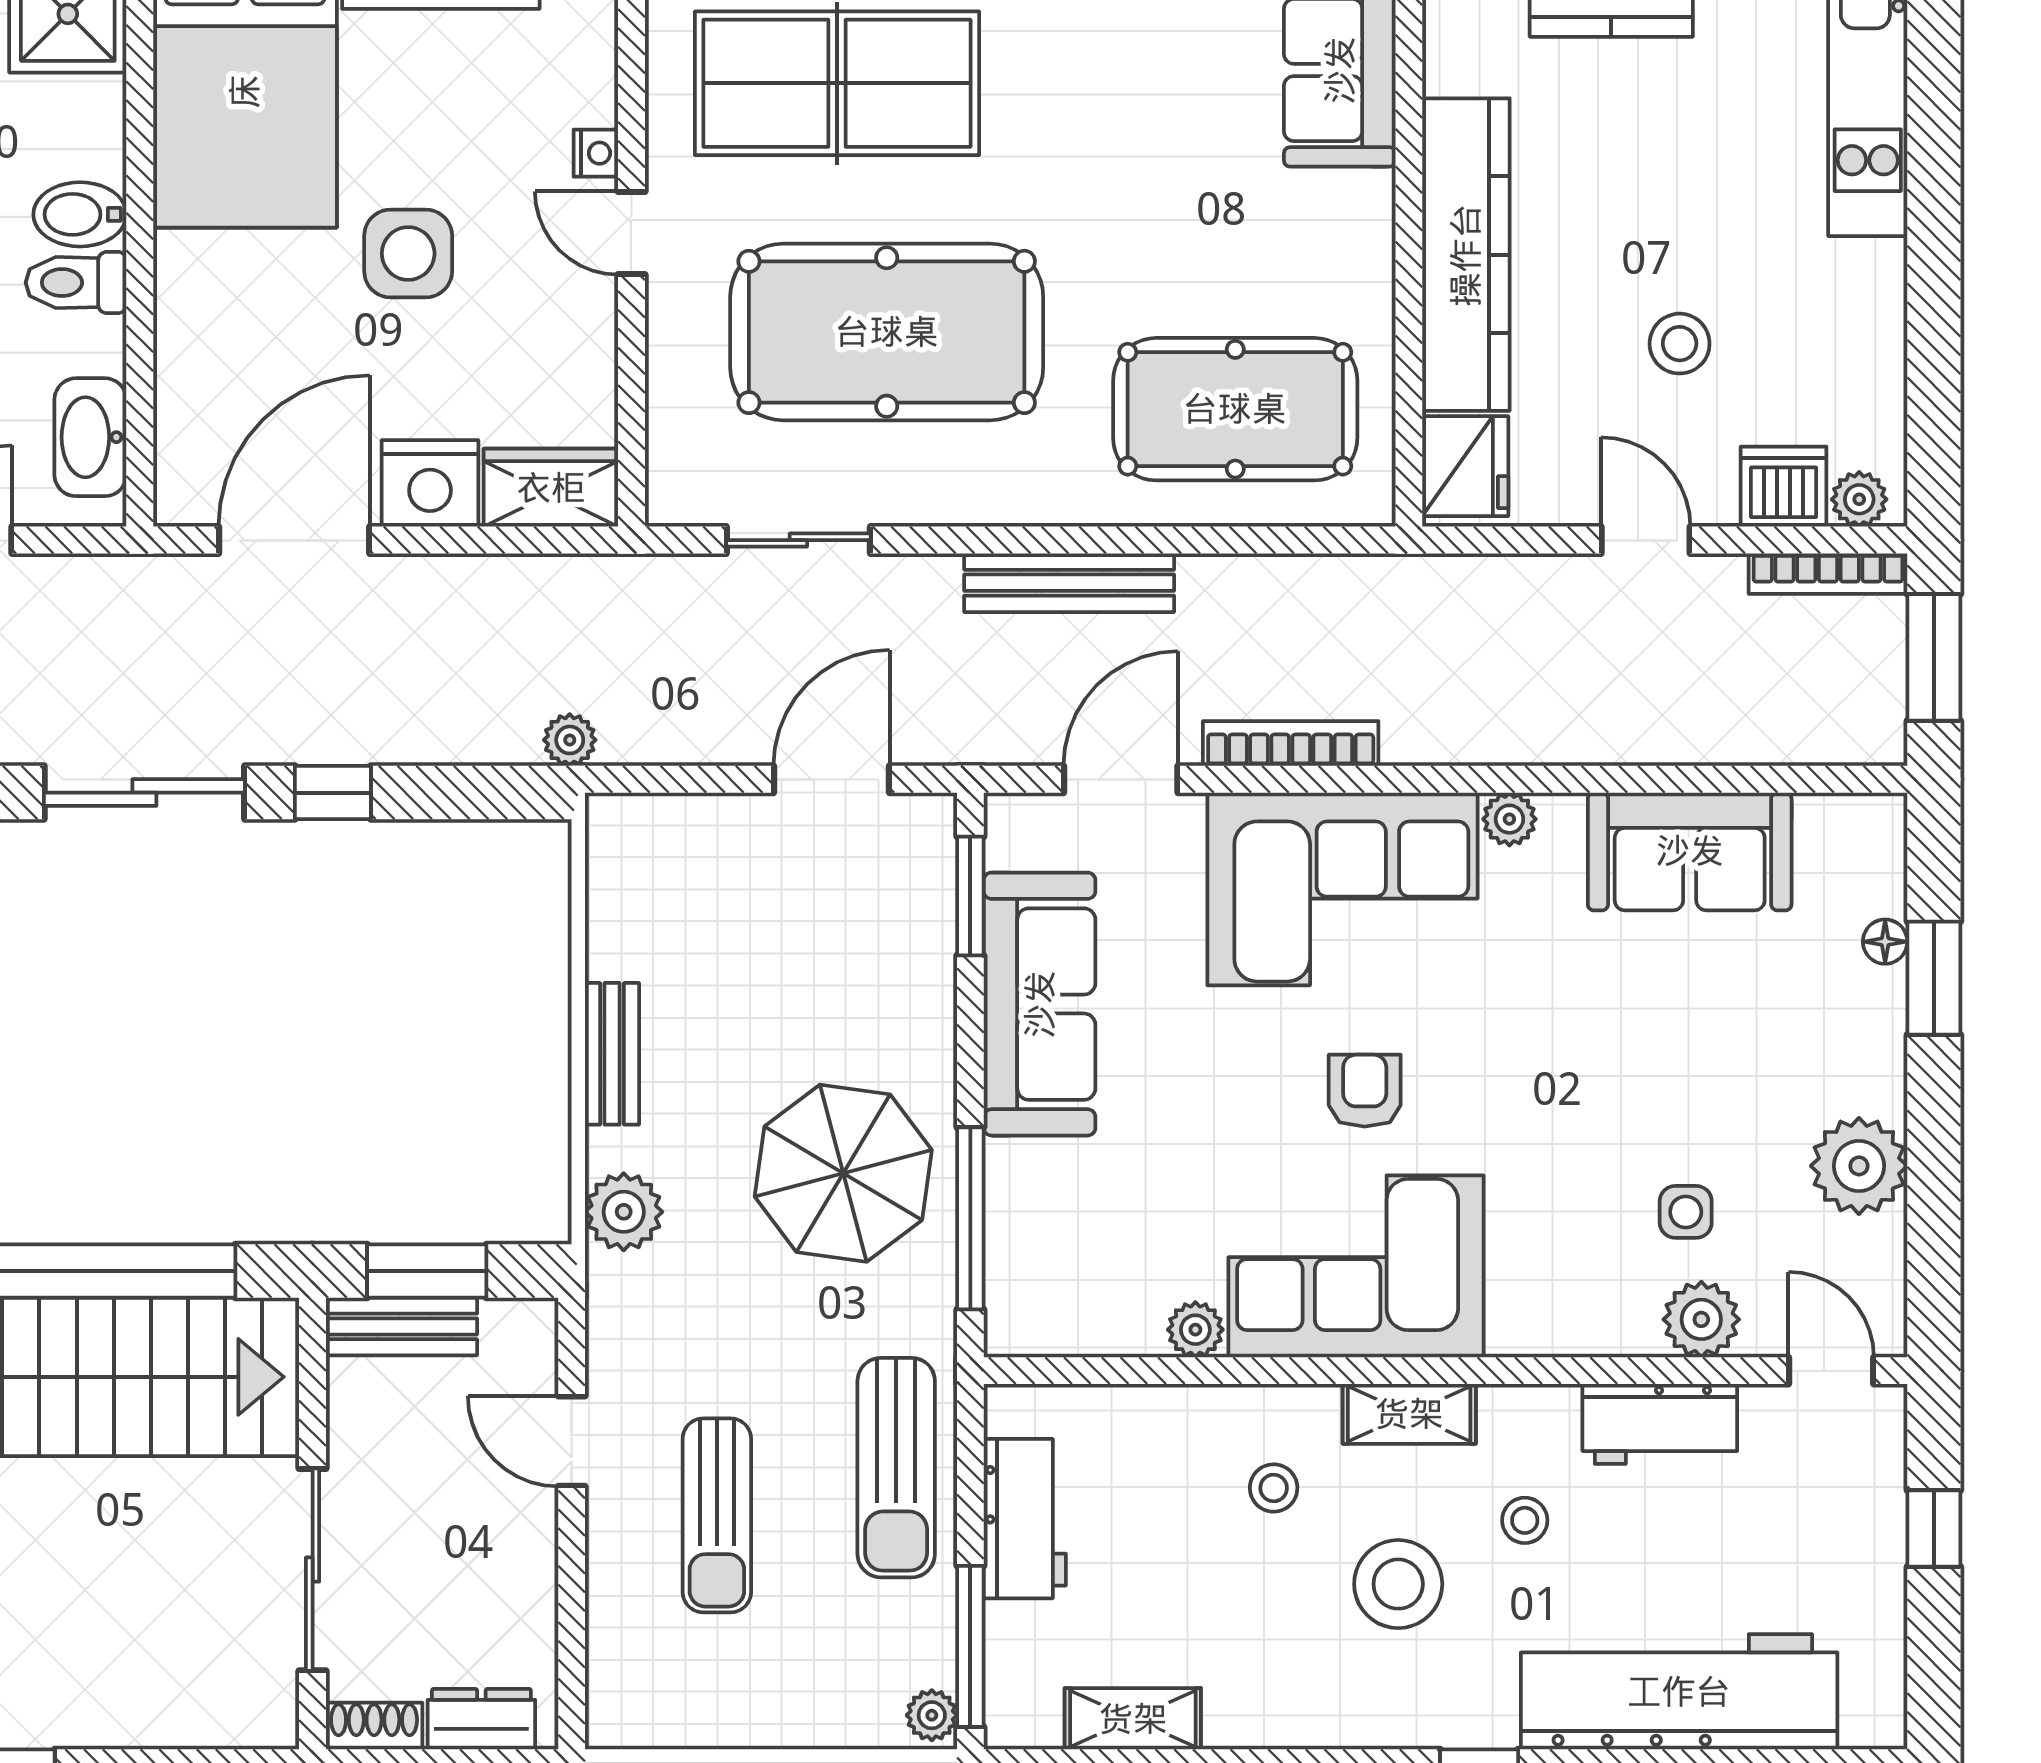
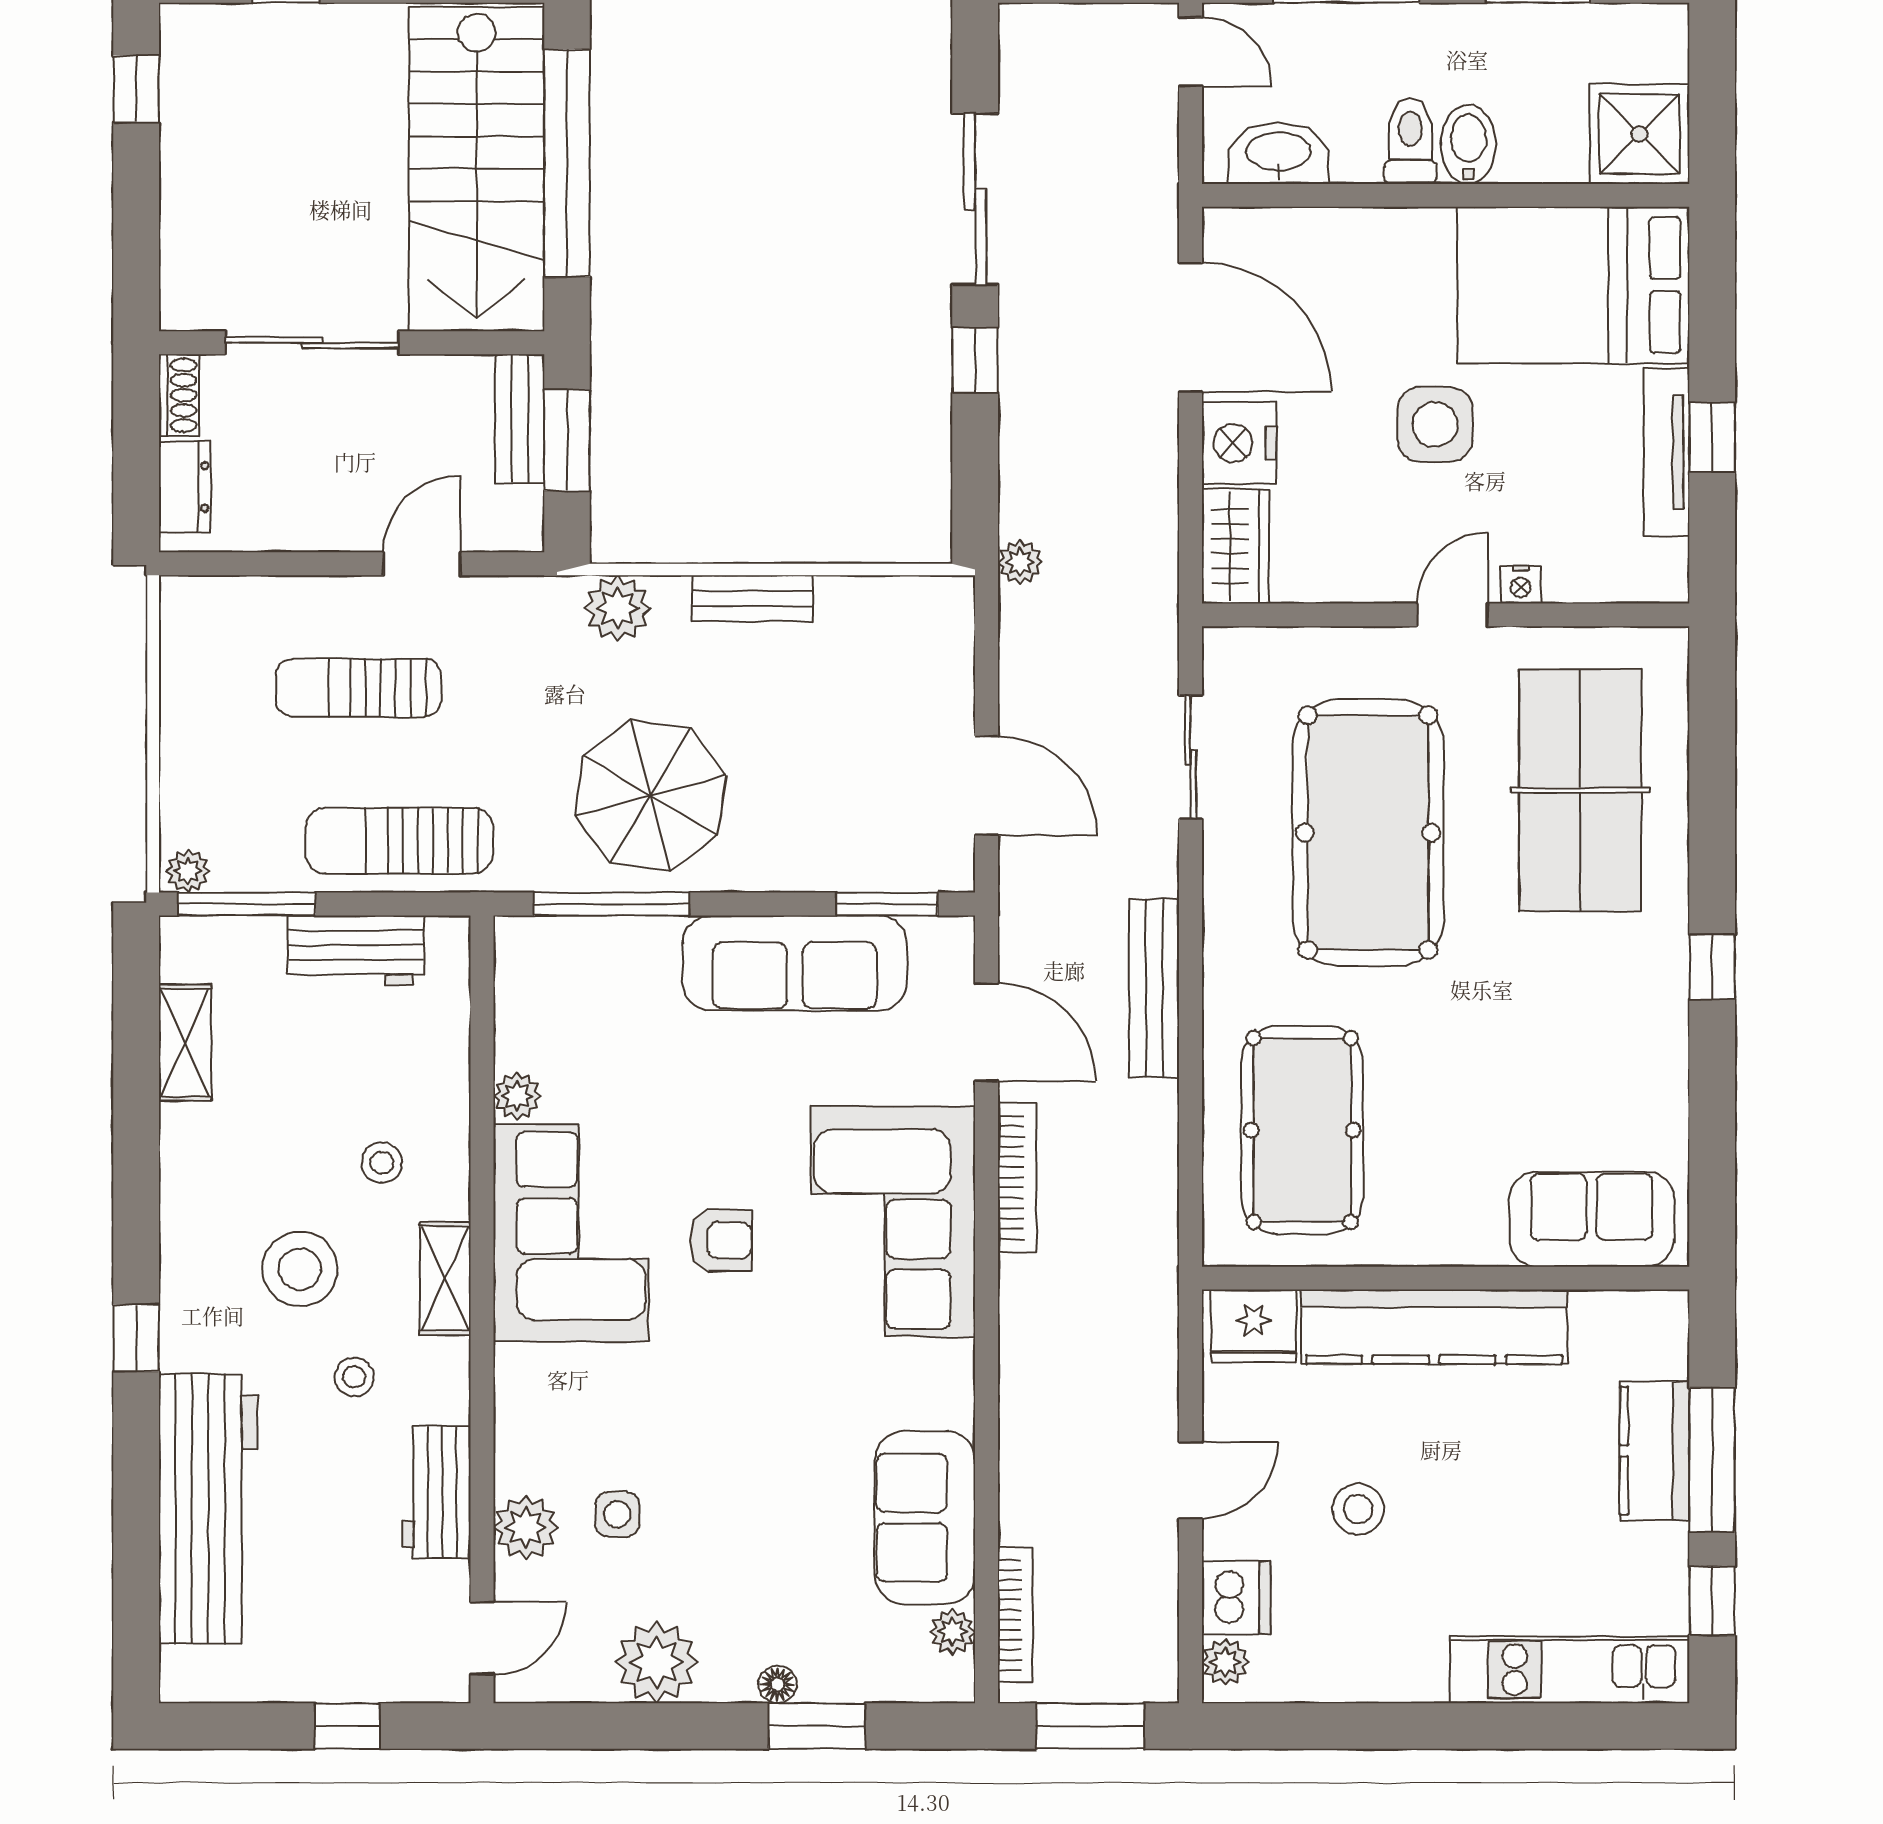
bookcase: (1828, 574) -> (1015, 1615), moved, turned 180
plant: (1509, 819) -> (953, 1632), moved
floor lamp: (1885, 942) -> (778, 1684), moved

